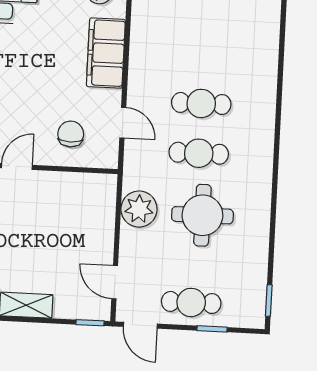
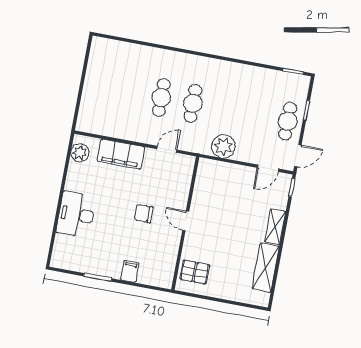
chair: (71, 134) -> (144, 213), moved
round table: (202, 215) -> (233, 106), removed

